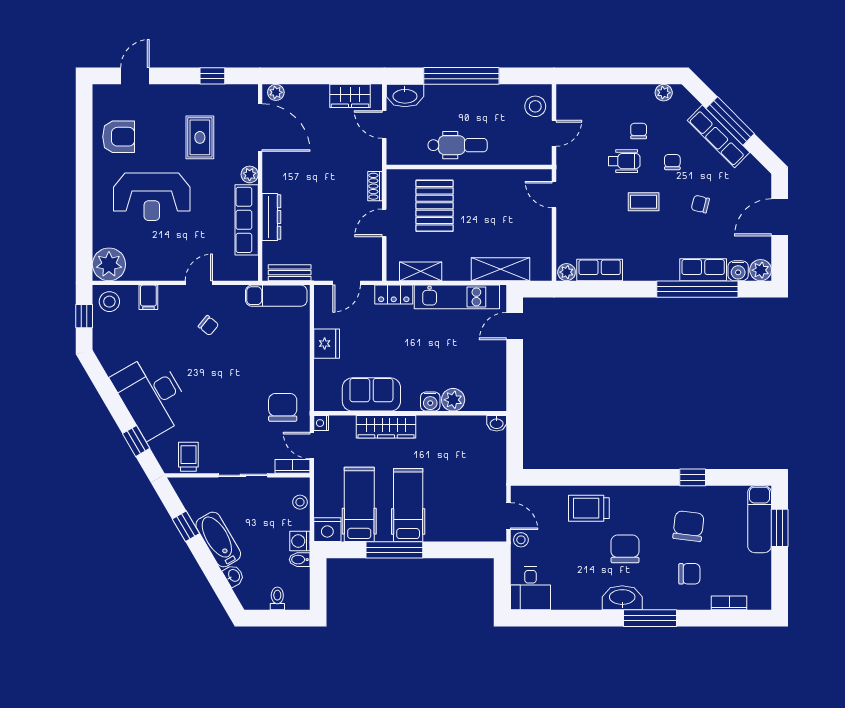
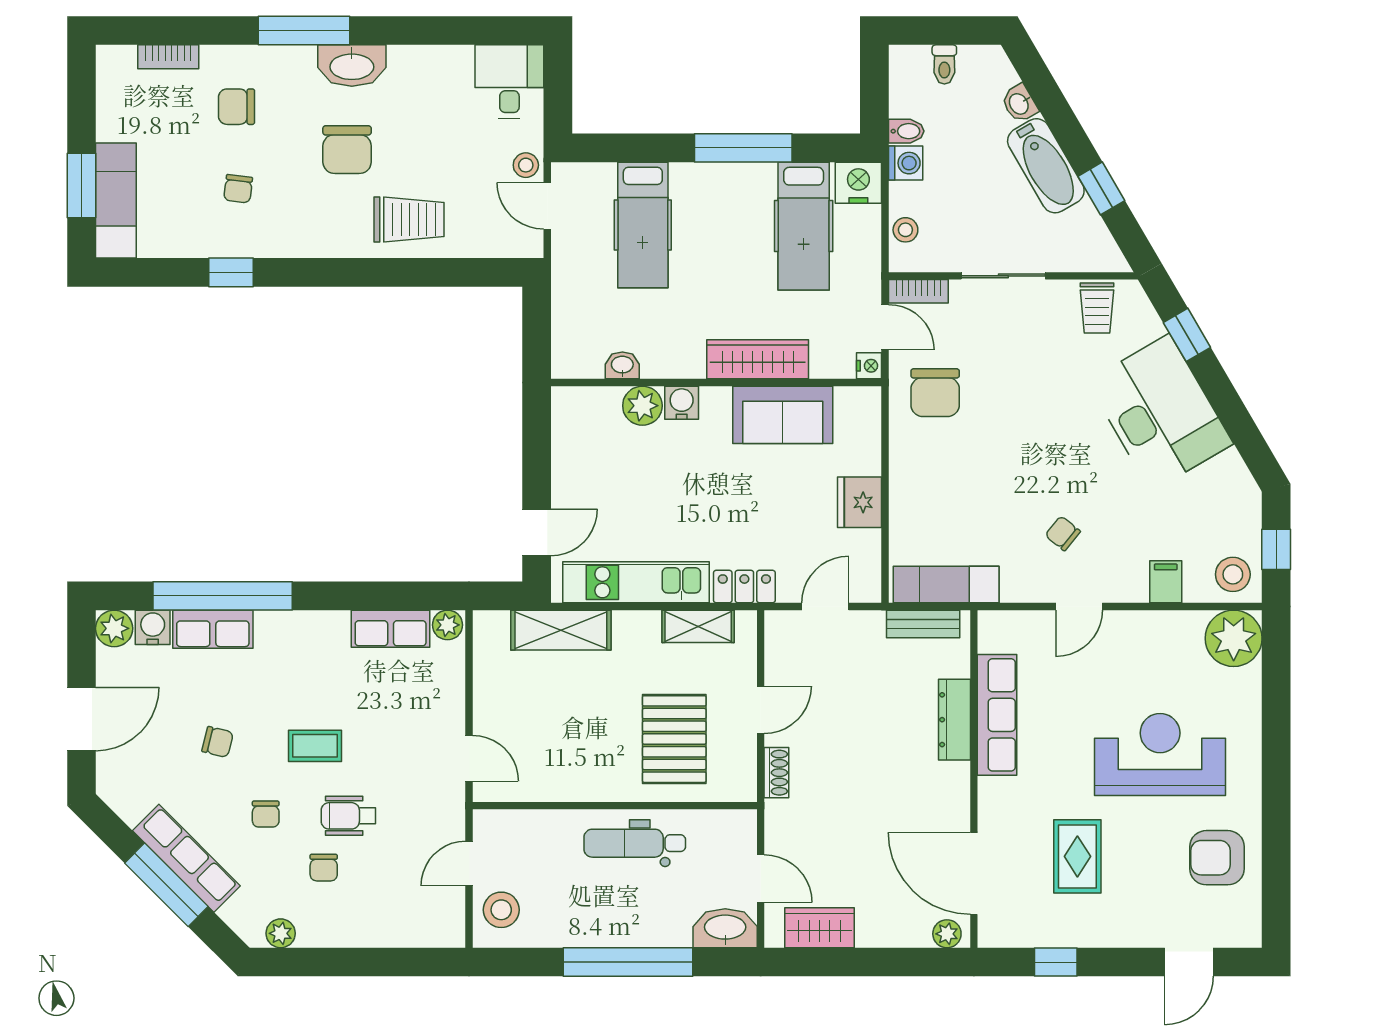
plant: (250, 174) -> (992, 793), removed
washbasin: (497, 423) -> (622, 365), moved
hospital bed: (408, 505) -> (643, 225), moved
chair: (688, 526) -> (238, 189), width x0.54, depth x0.54

